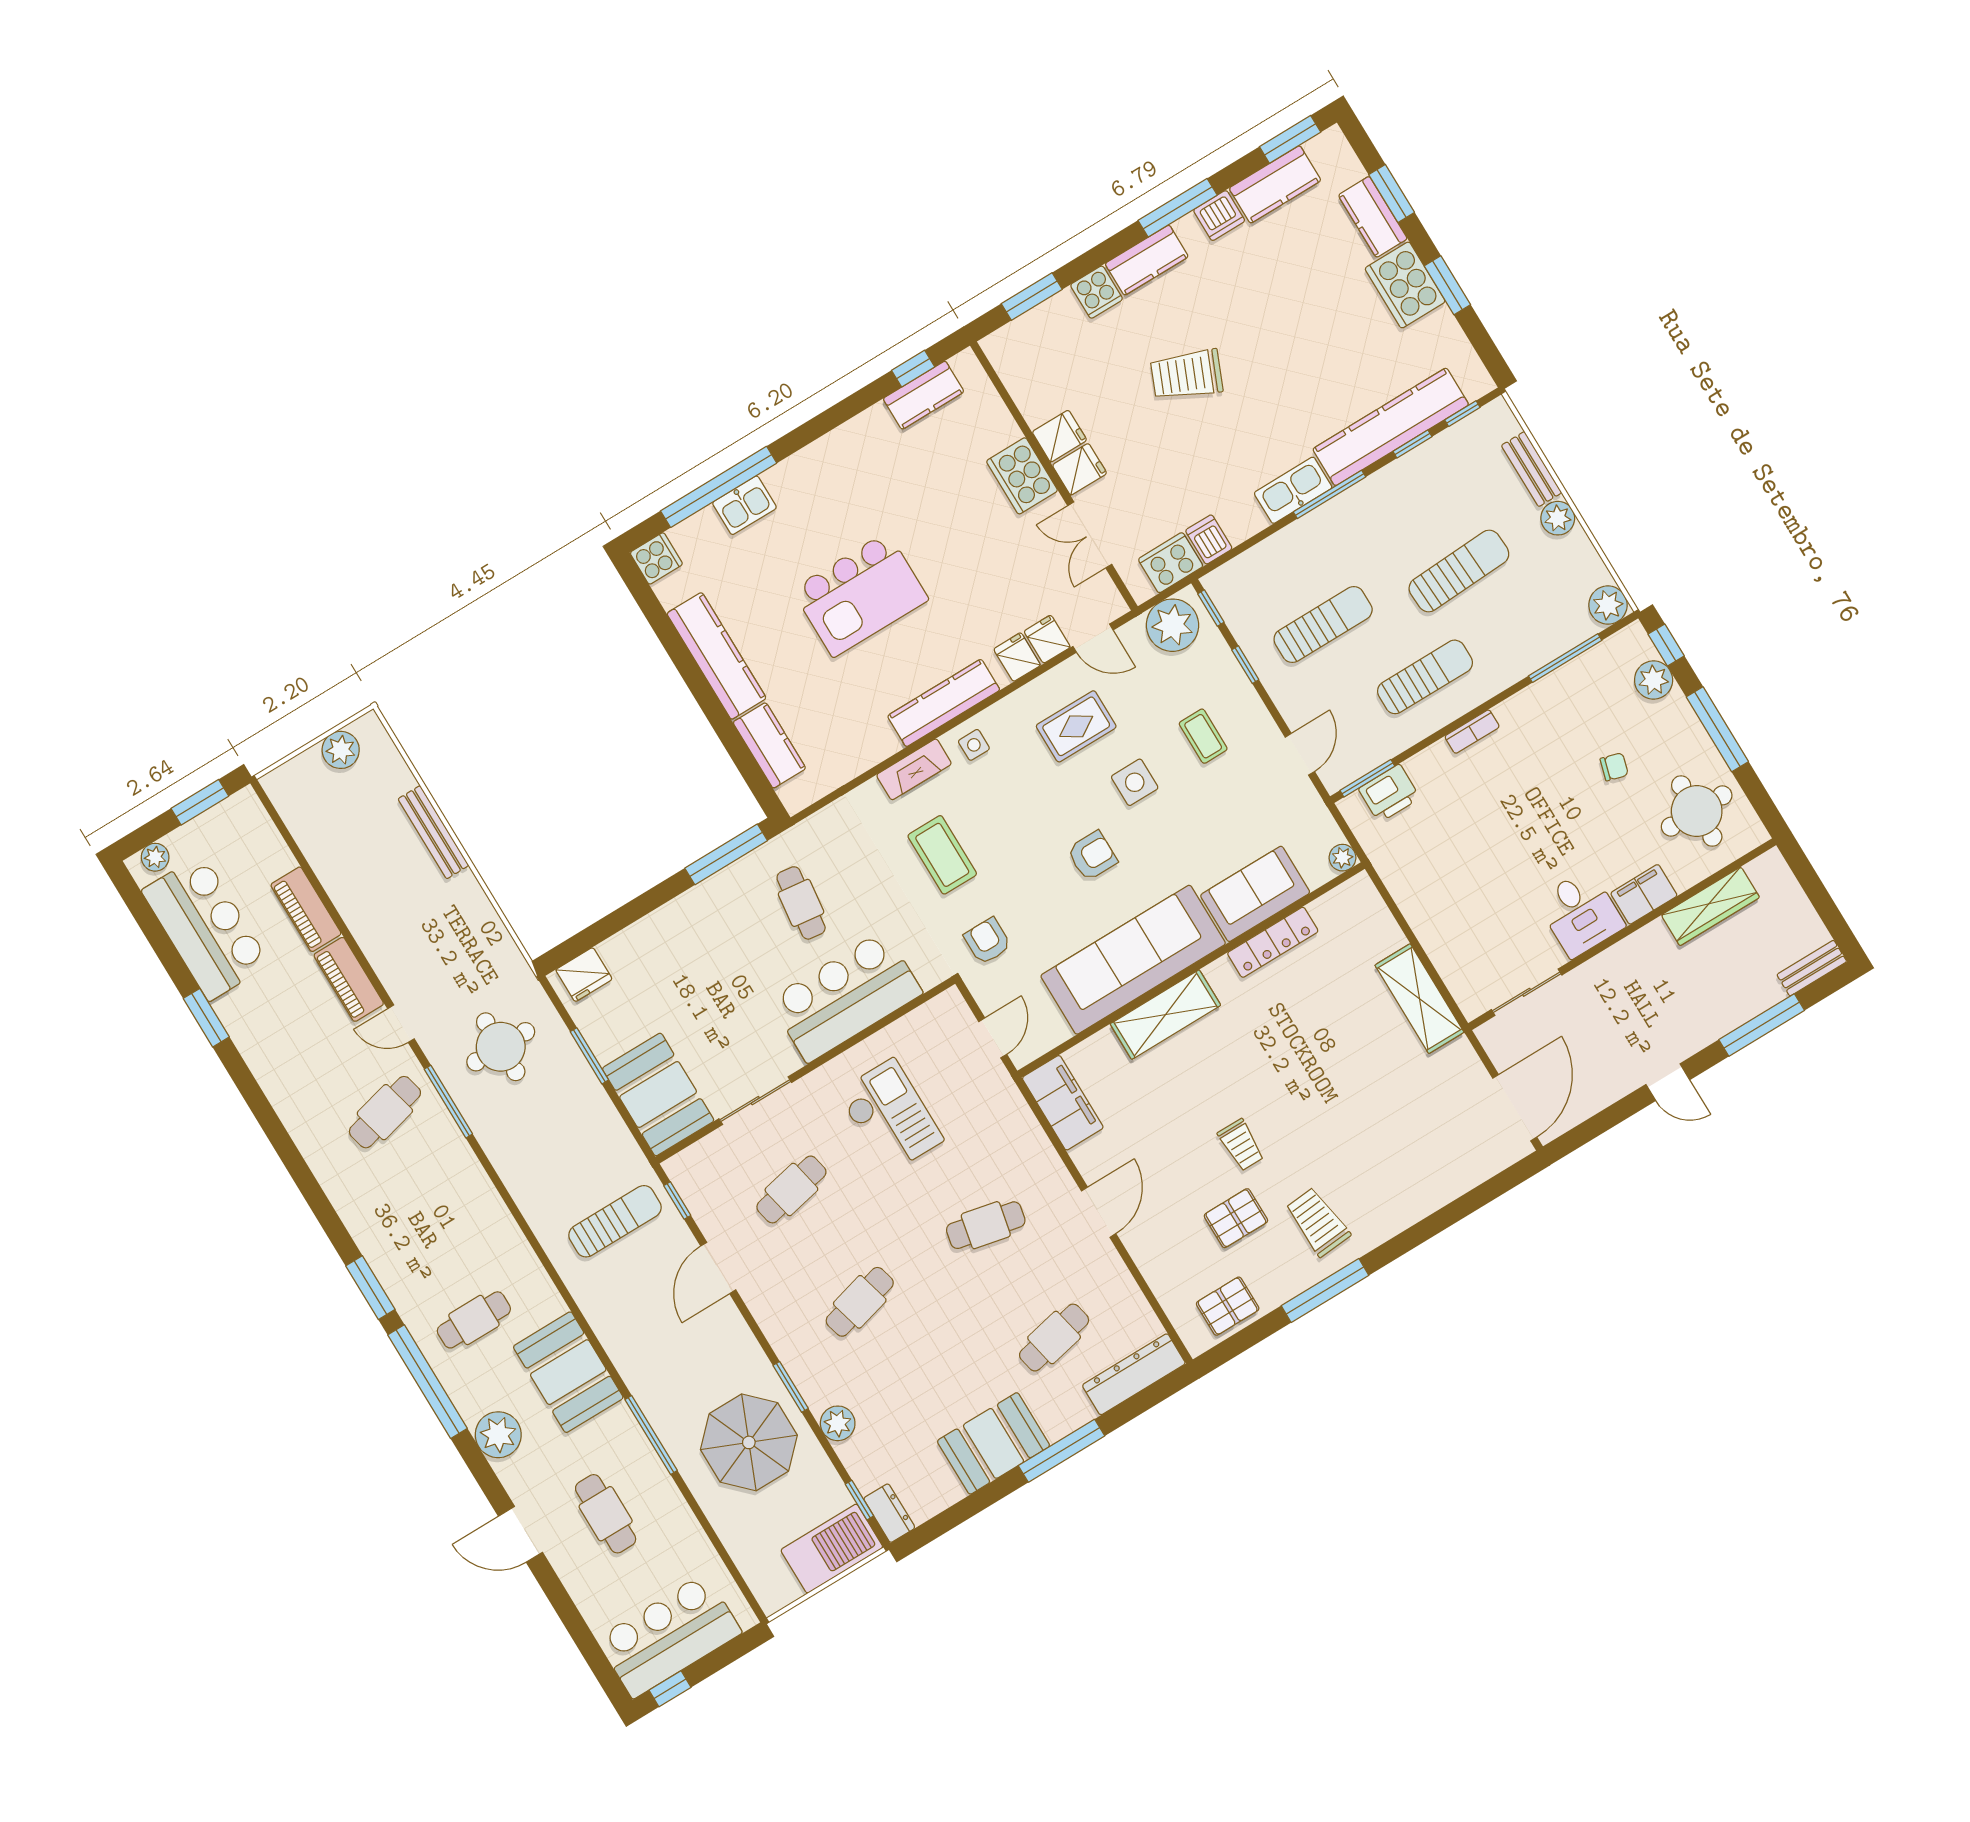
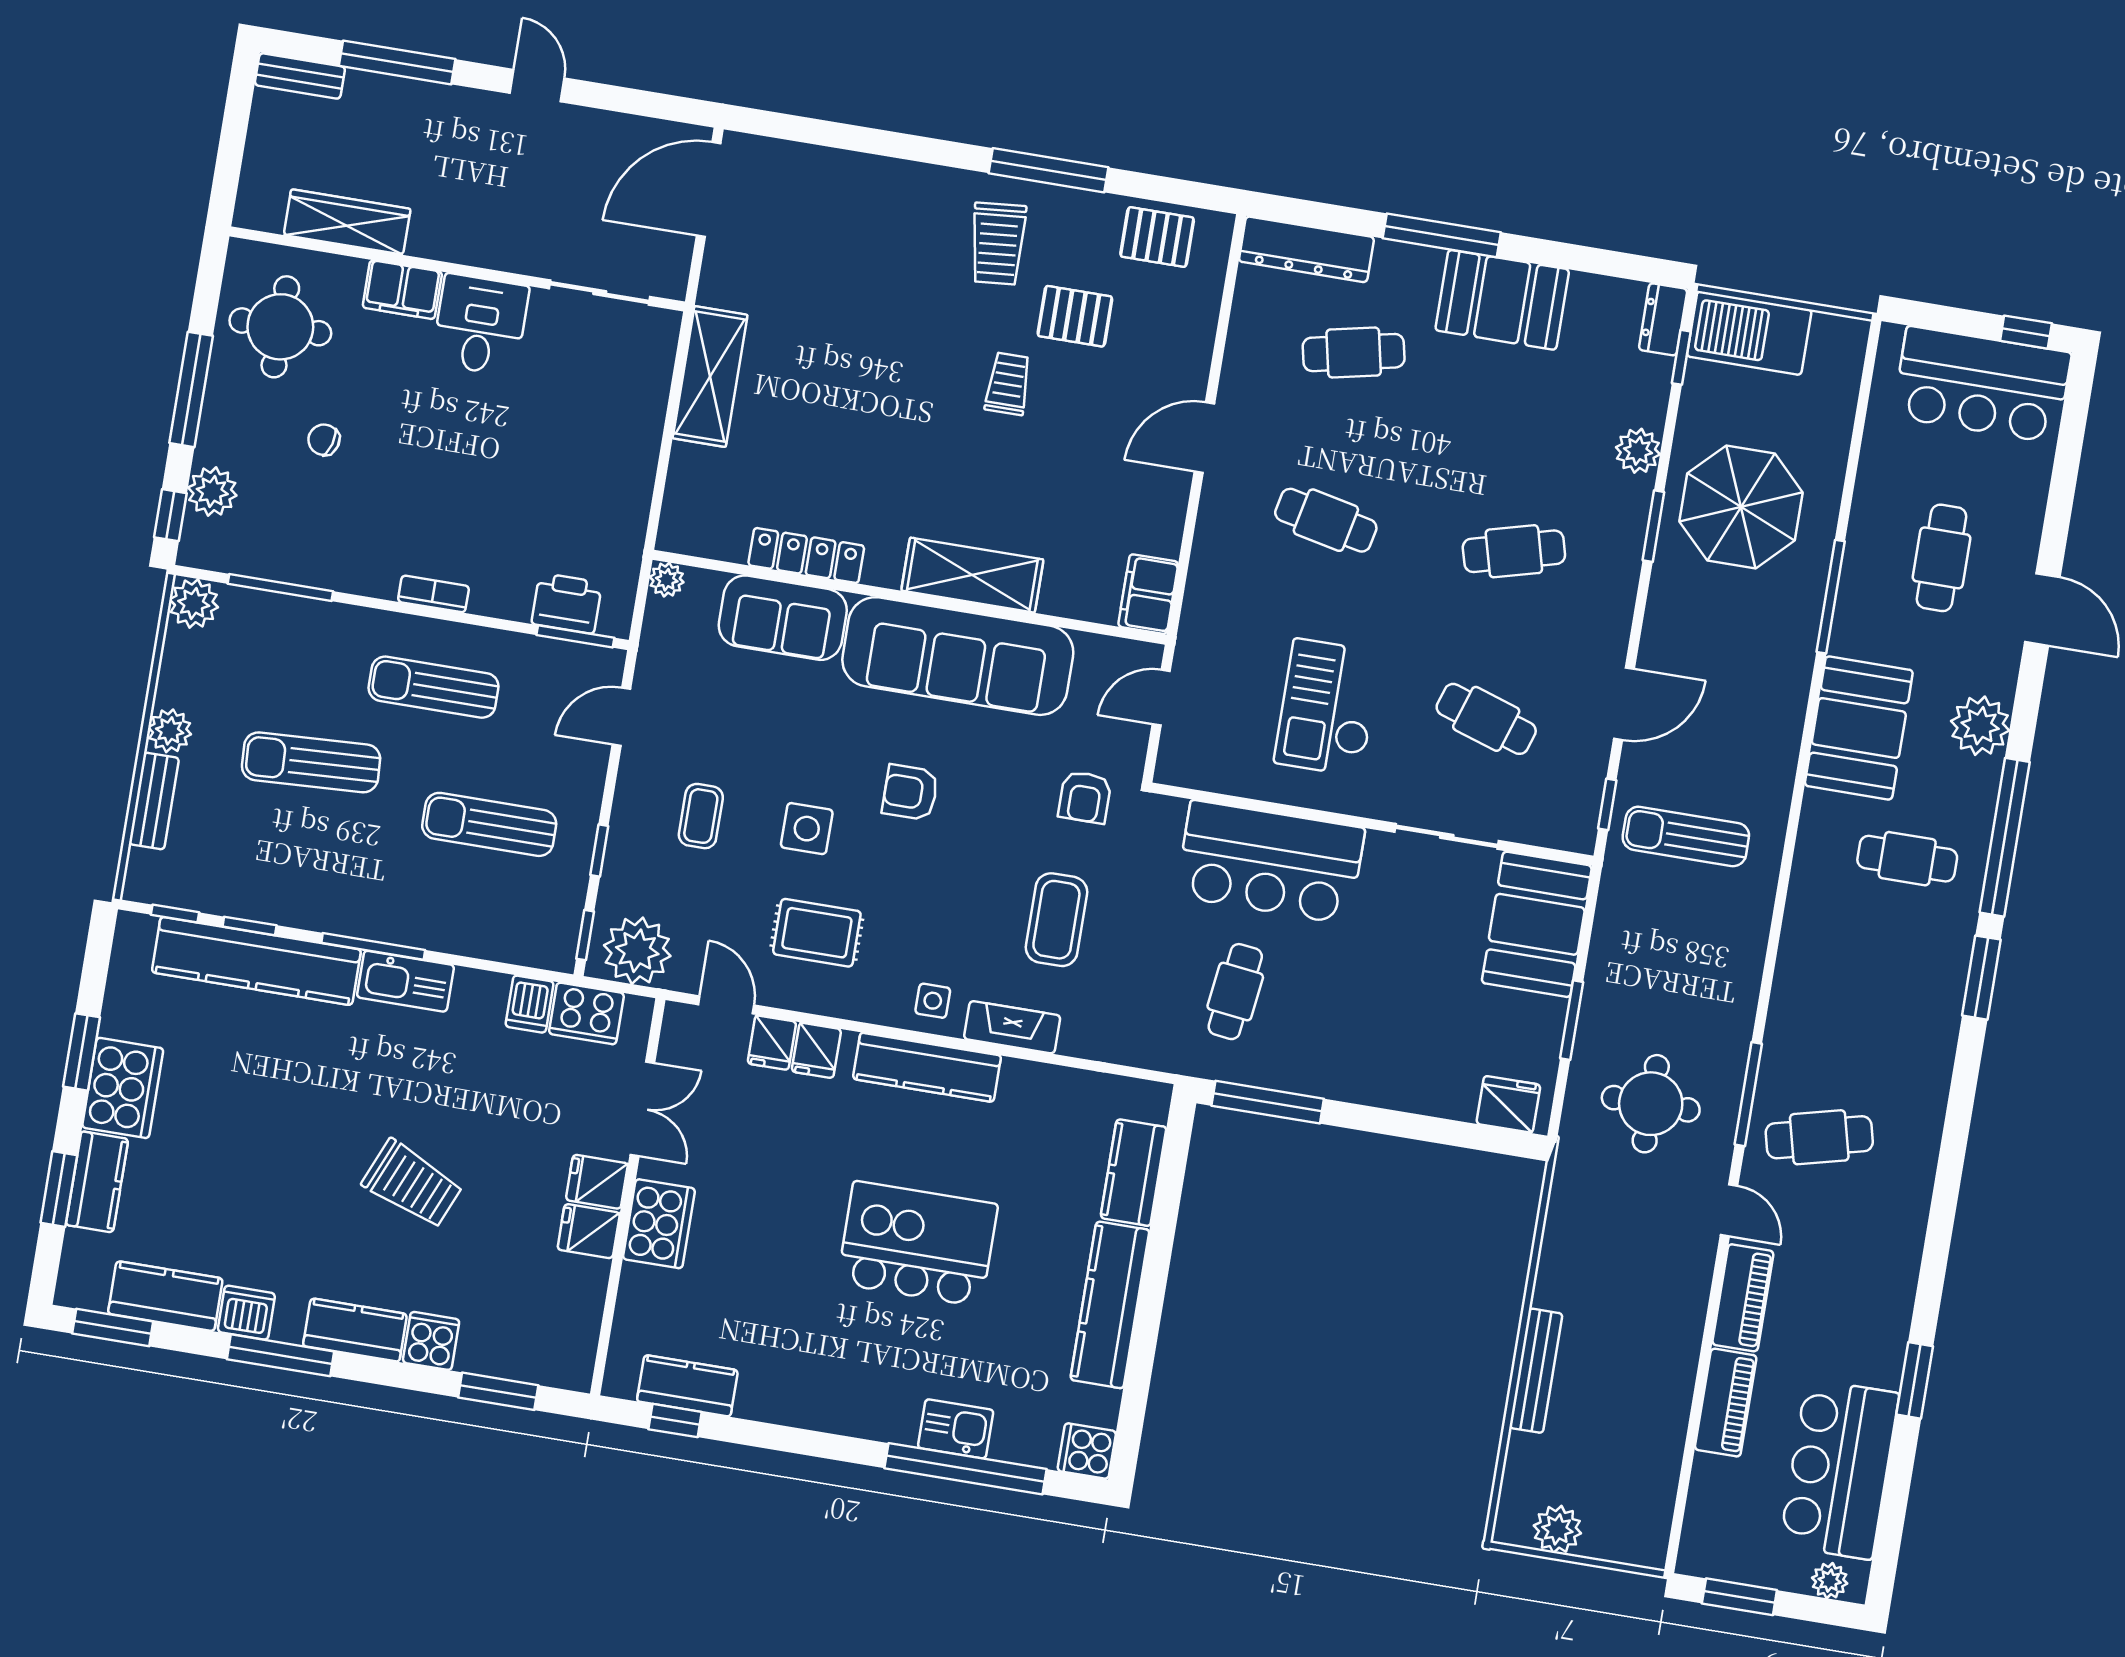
filing cabinet: (1063, 1103) -> (1148, 594), width x0.67, depth x0.86
cafe table: (791, 1189) -> (1486, 719), turned 30

